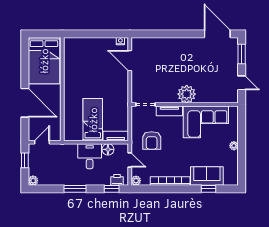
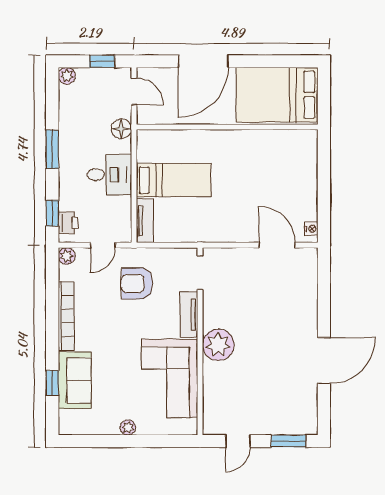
door: (217, 34) -> (324, 360), moved
door: (130, 61) -> (277, 245), hinge flipped
floor lamp: (108, 149) -> (121, 129), moved

